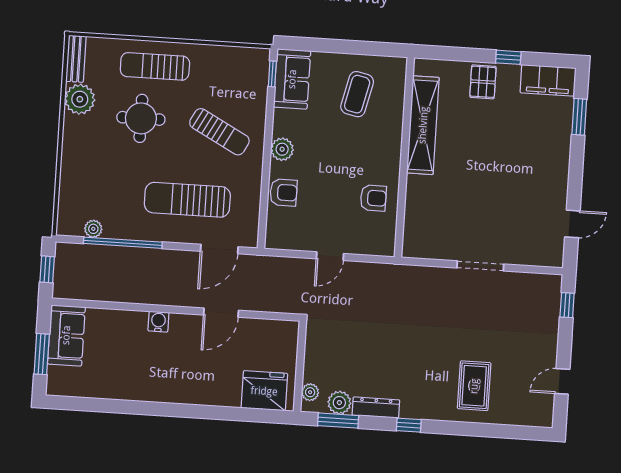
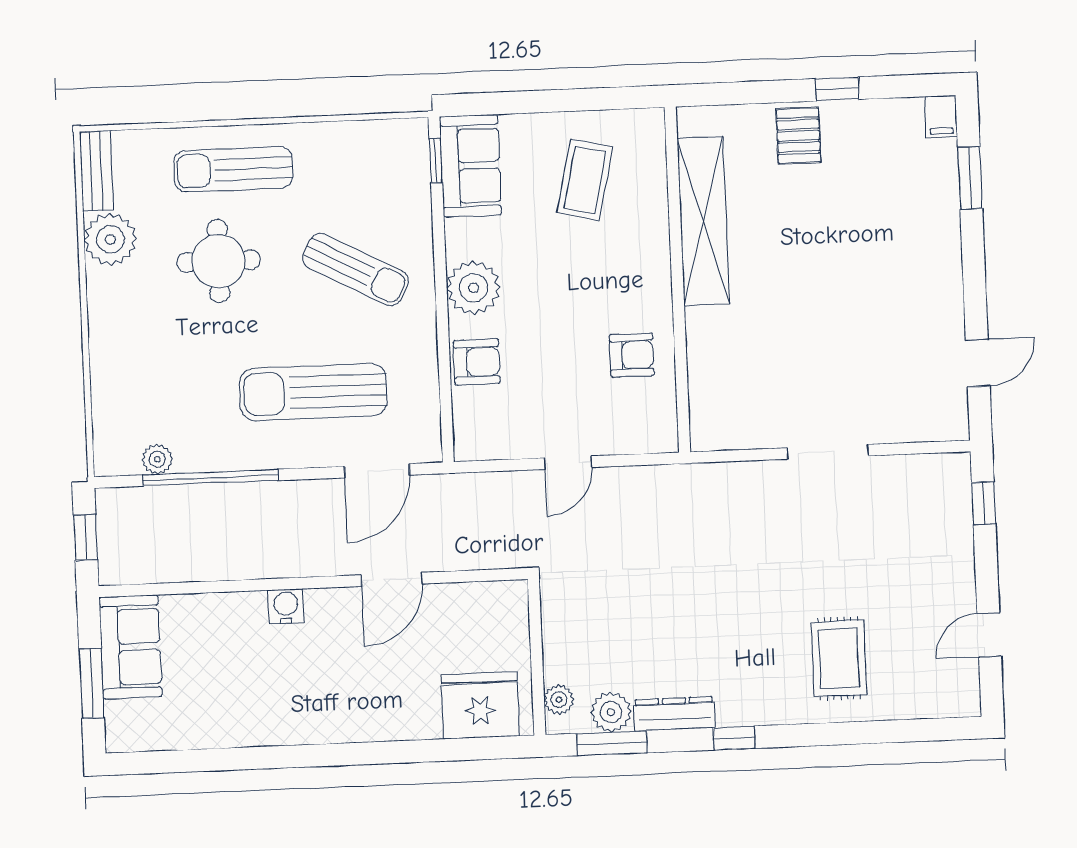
filing cabinet: (548, 80) -> (941, 116), width x0.33, depth x0.86
plant: (282, 149) -> (474, 288), width x1.36, depth x1.36

